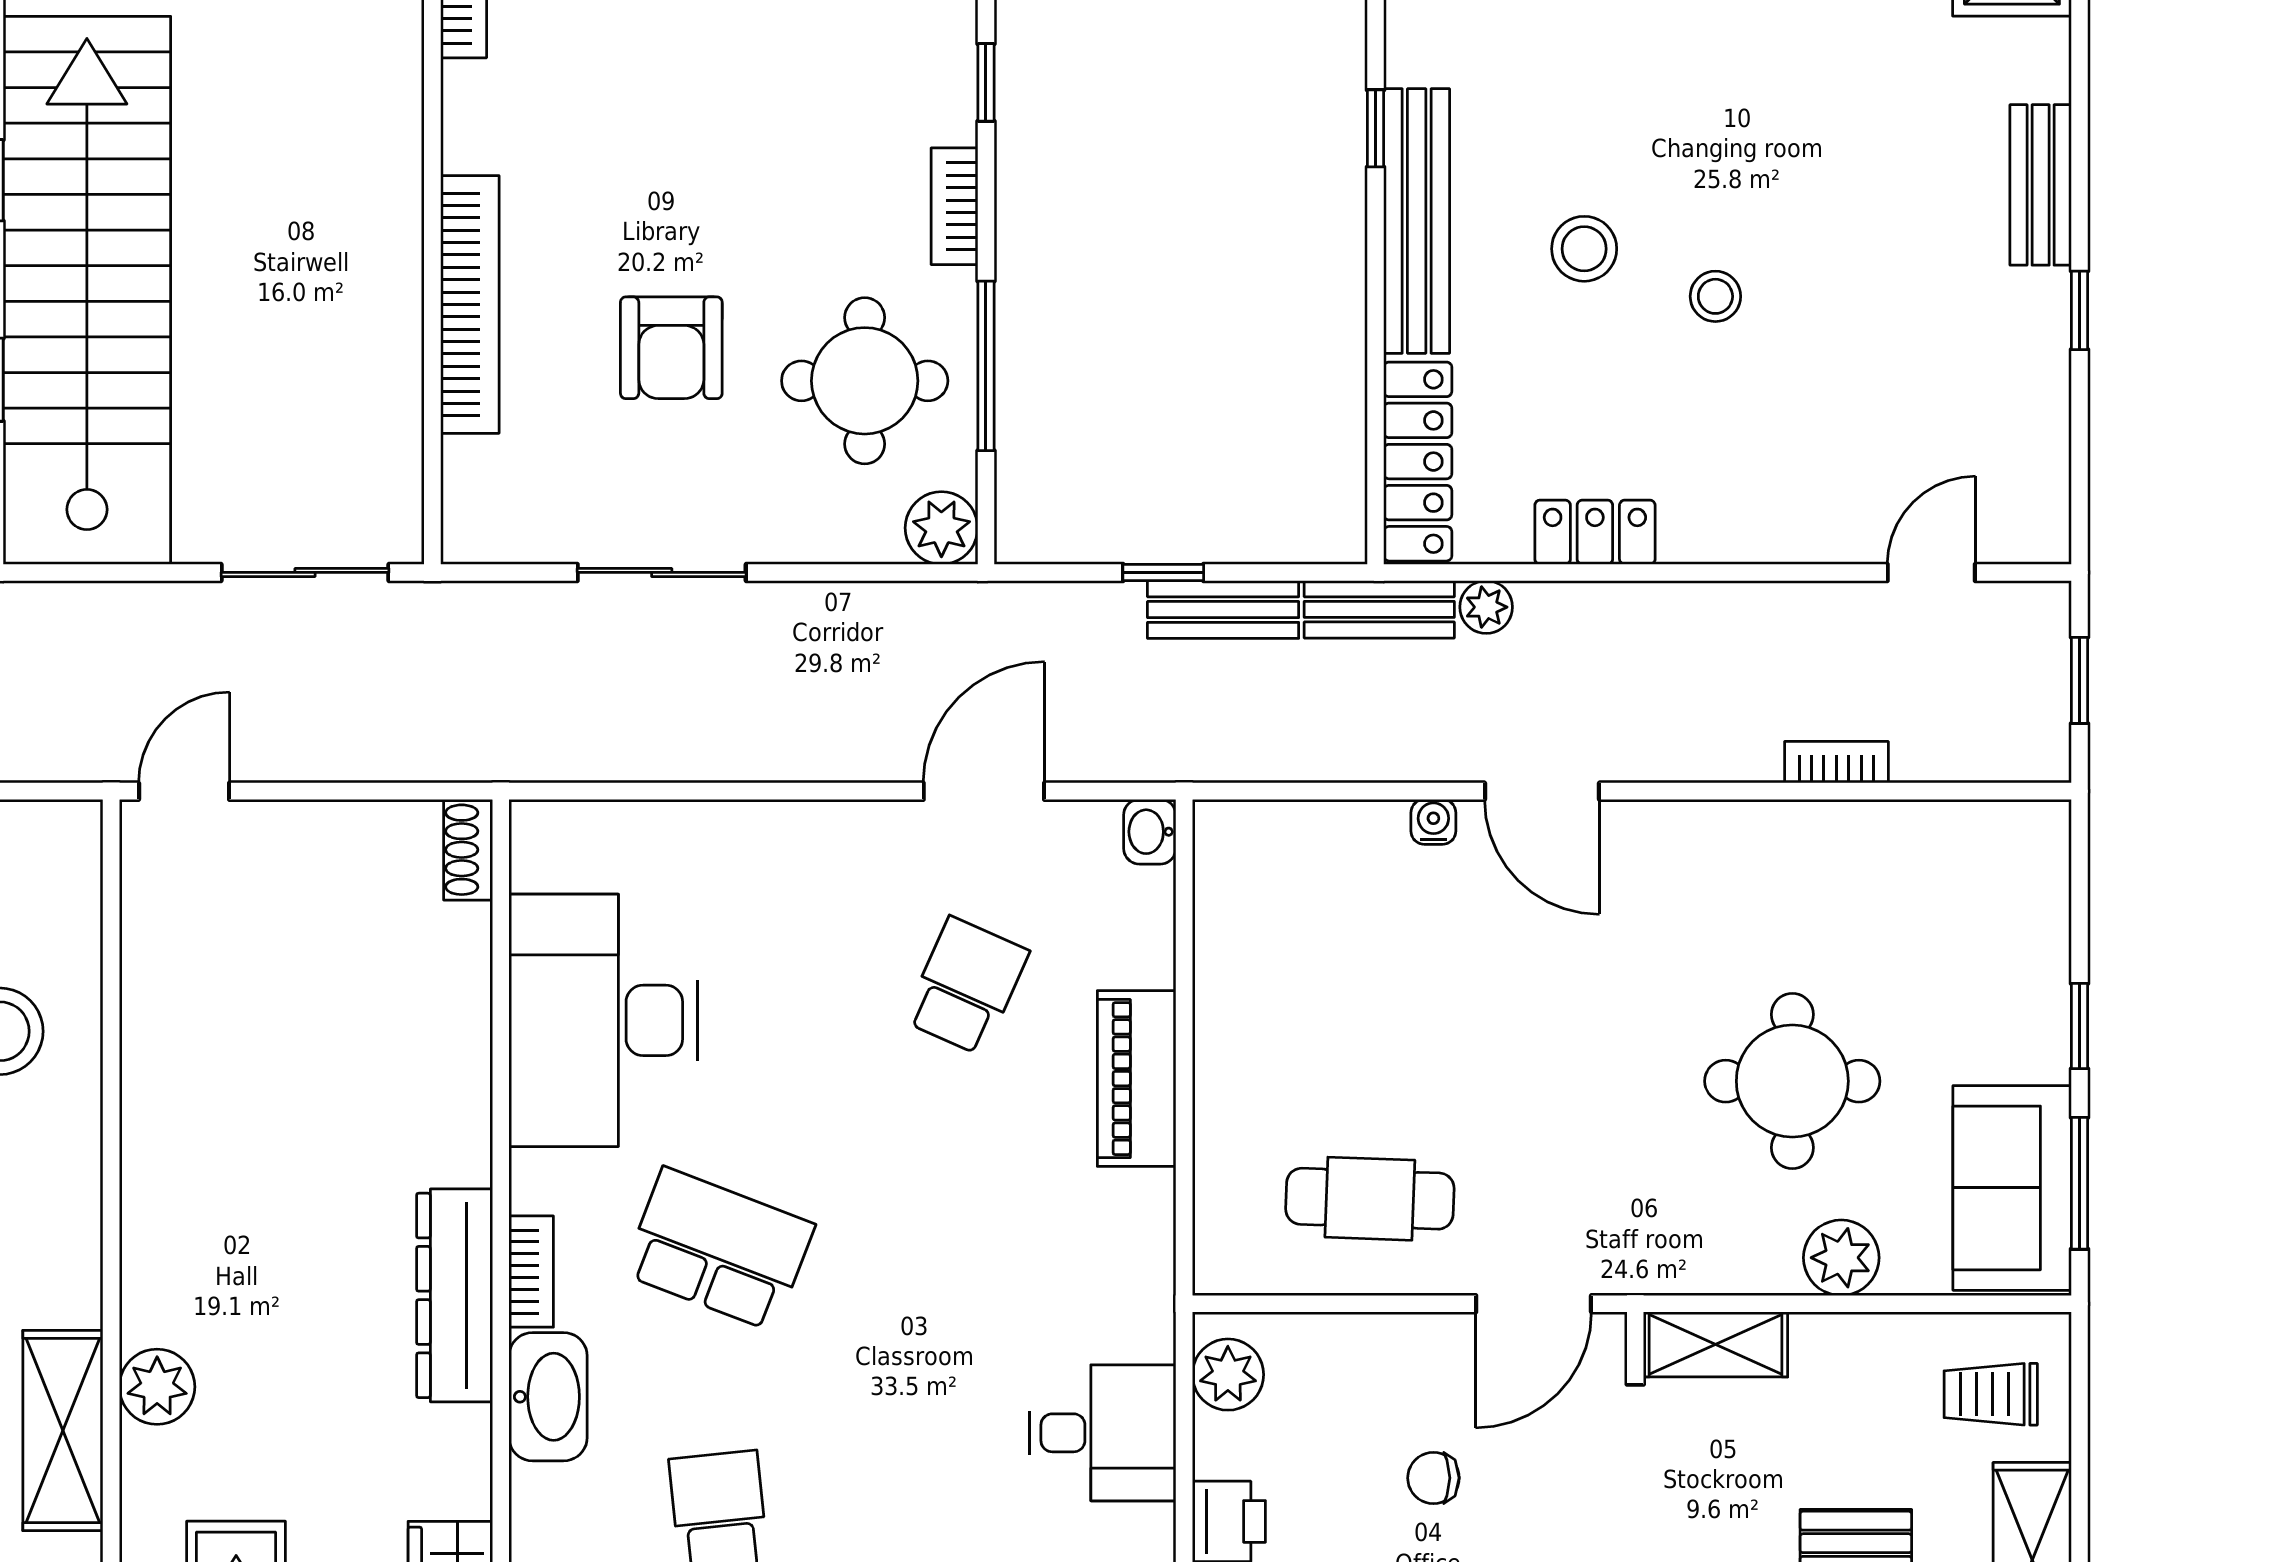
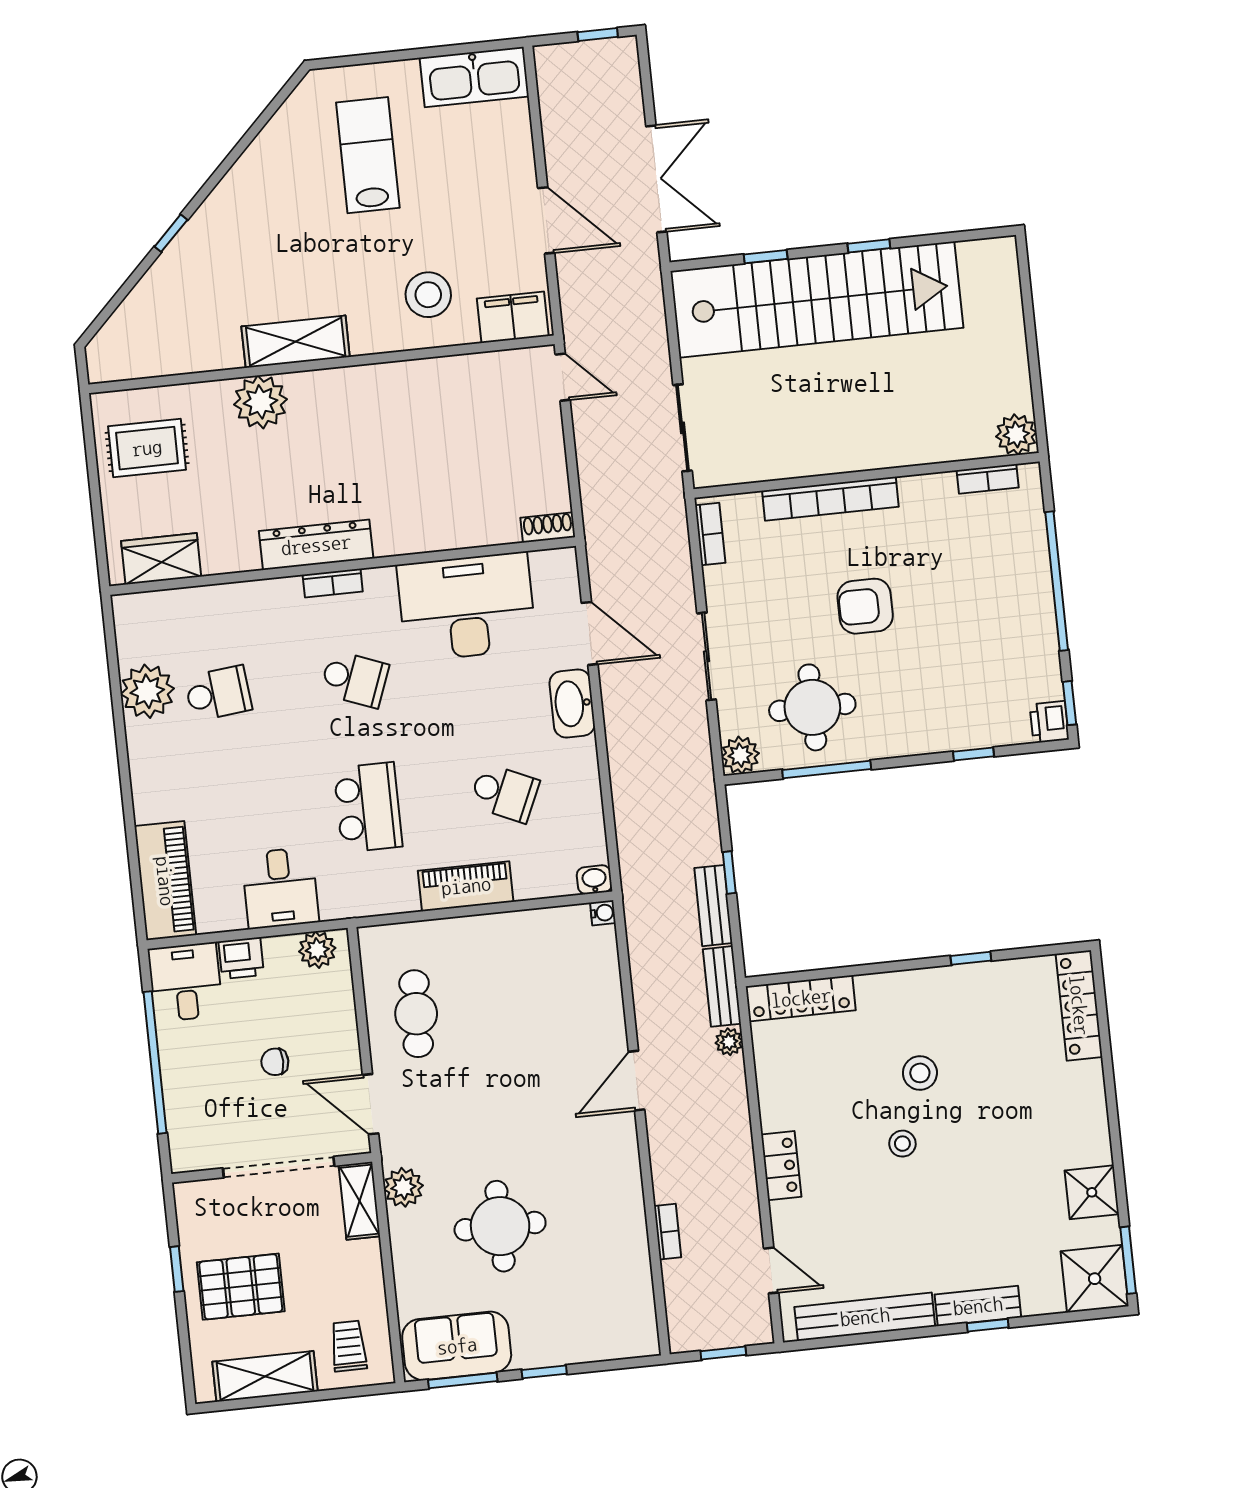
bookcase: (954, 206) -> (710, 534), moved, turned 90
bench: (1417, 221) -> (865, 1317), moved
window: (2079, 310) -> (988, 1325), moved
armchair: (671, 348) -> (865, 606), moved
locker: (1595, 532) -> (781, 1166), moved
sliding door: (662, 572) -> (707, 656), moved
door: (984, 791) -> (590, 633), moved
water cooler: (1433, 822) -> (603, 913), moved
filing cabinet: (60, 874) -> (513, 317), added
school desk: (719, 1249) -> (355, 679), width x0.54
school desk: (966, 1249) -> (368, 807), added
plant: (1841, 1258) -> (403, 1187), moved
plant: (157, 1387) -> (260, 402), width x1.36, depth x1.36
washbasin: (548, 1397) -> (572, 704), moved, turned 90
shelving: (63, 1431) -> (296, 342), moved
chair: (1433, 1478) -> (275, 1062), turned -90

